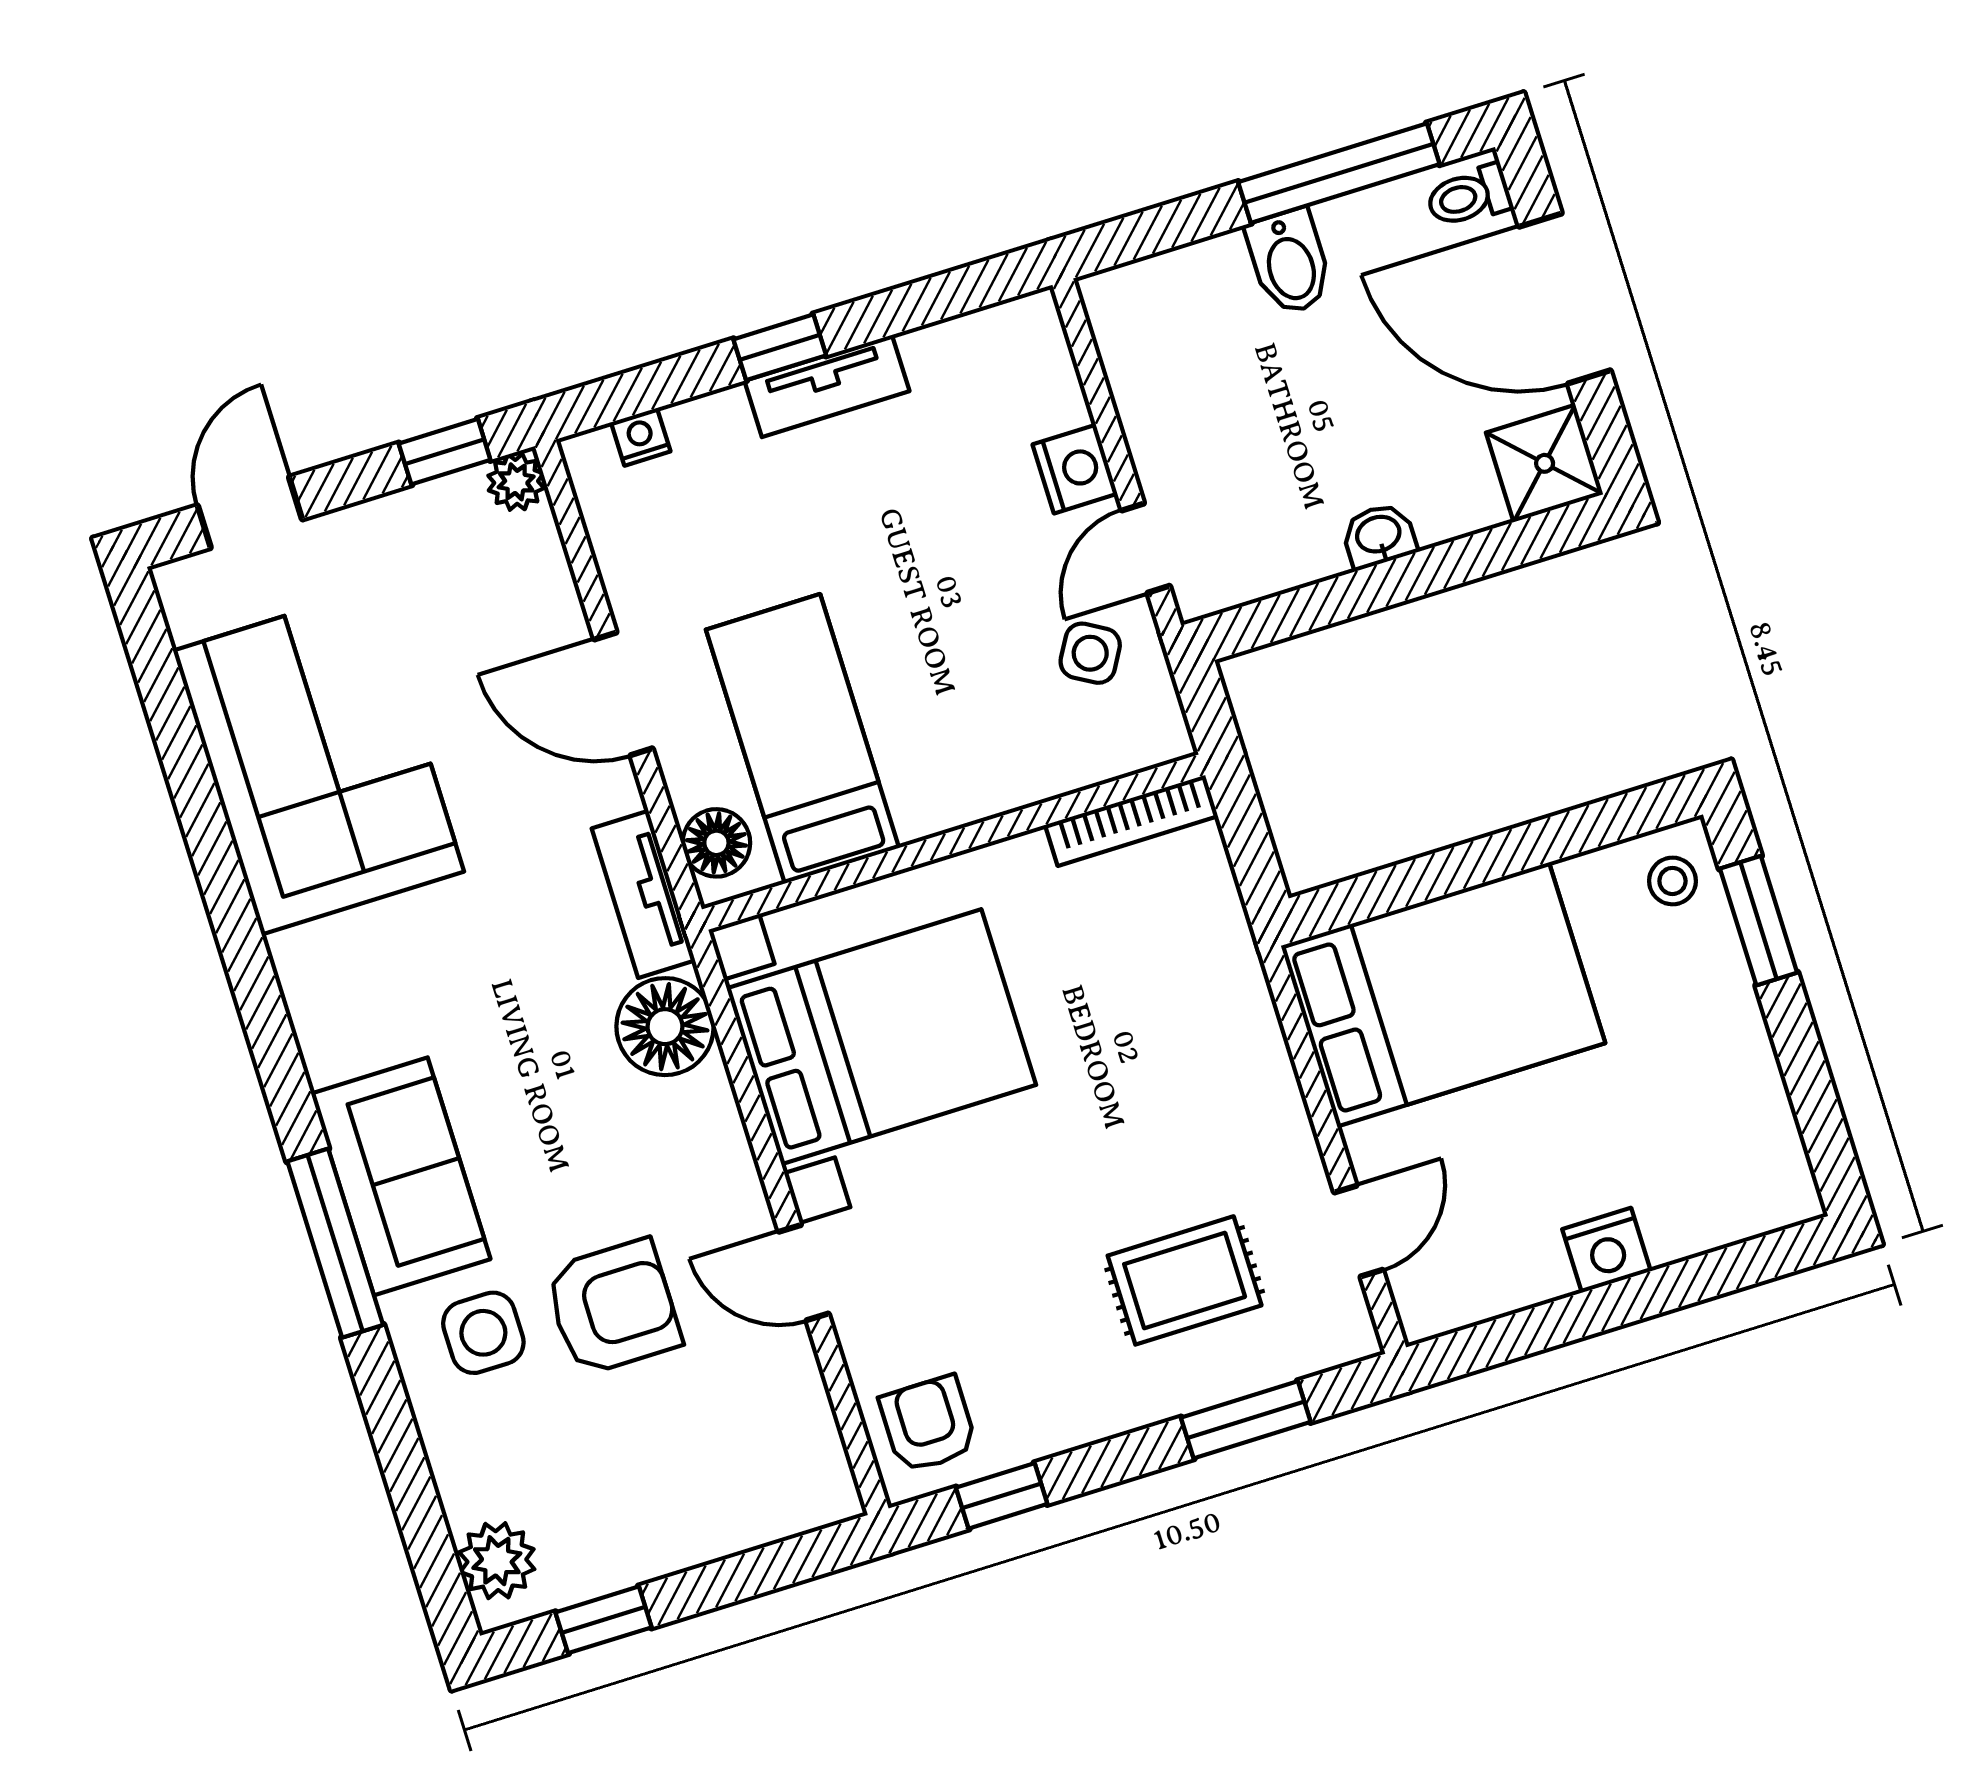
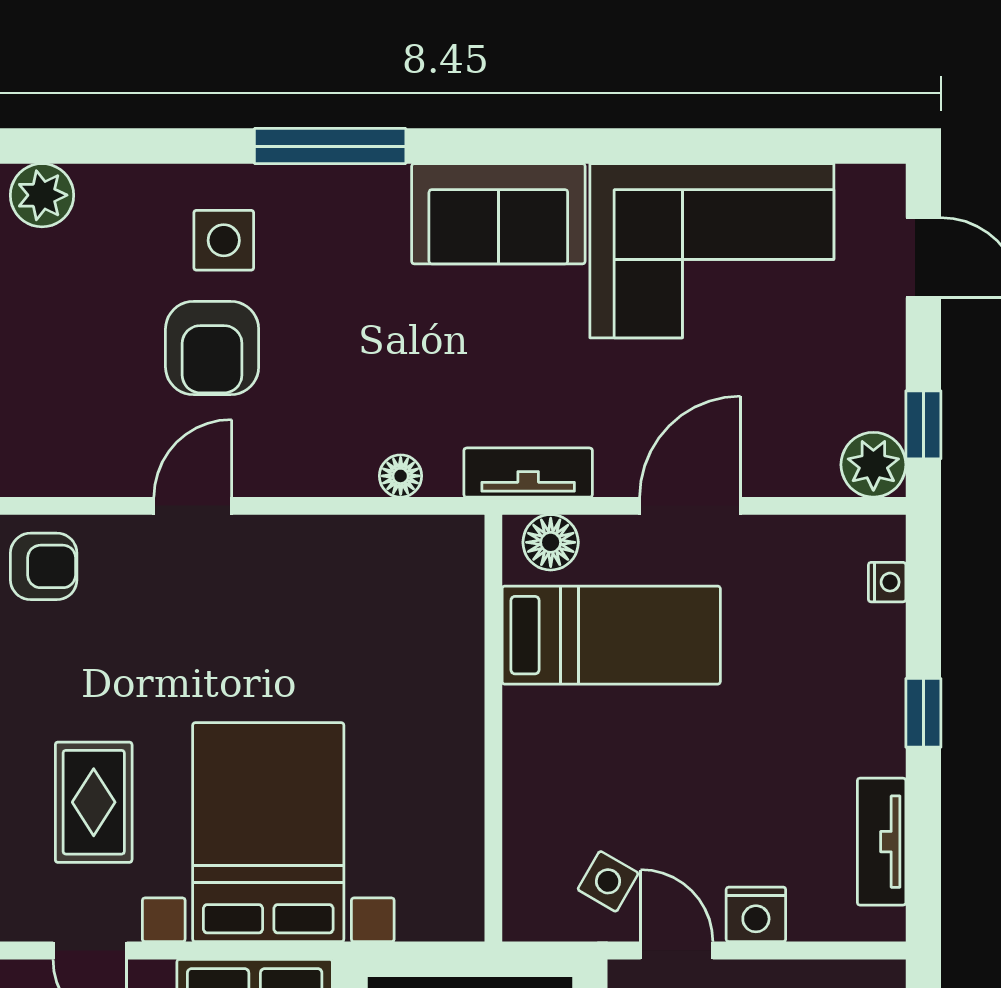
tv unit: (827, 386) -> (882, 842), moved
plant: (516, 482) -> (873, 465), width x1.38, depth x1.38
bookcase: (1131, 821) -> (467, 873), removed
floor lamp: (665, 1027) -> (401, 476), width x0.53, depth x0.53
bed with nightstands: (881, 1037) -> (268, 832), moved, turned 180
sofa: (401, 1176) -> (498, 214), moved

